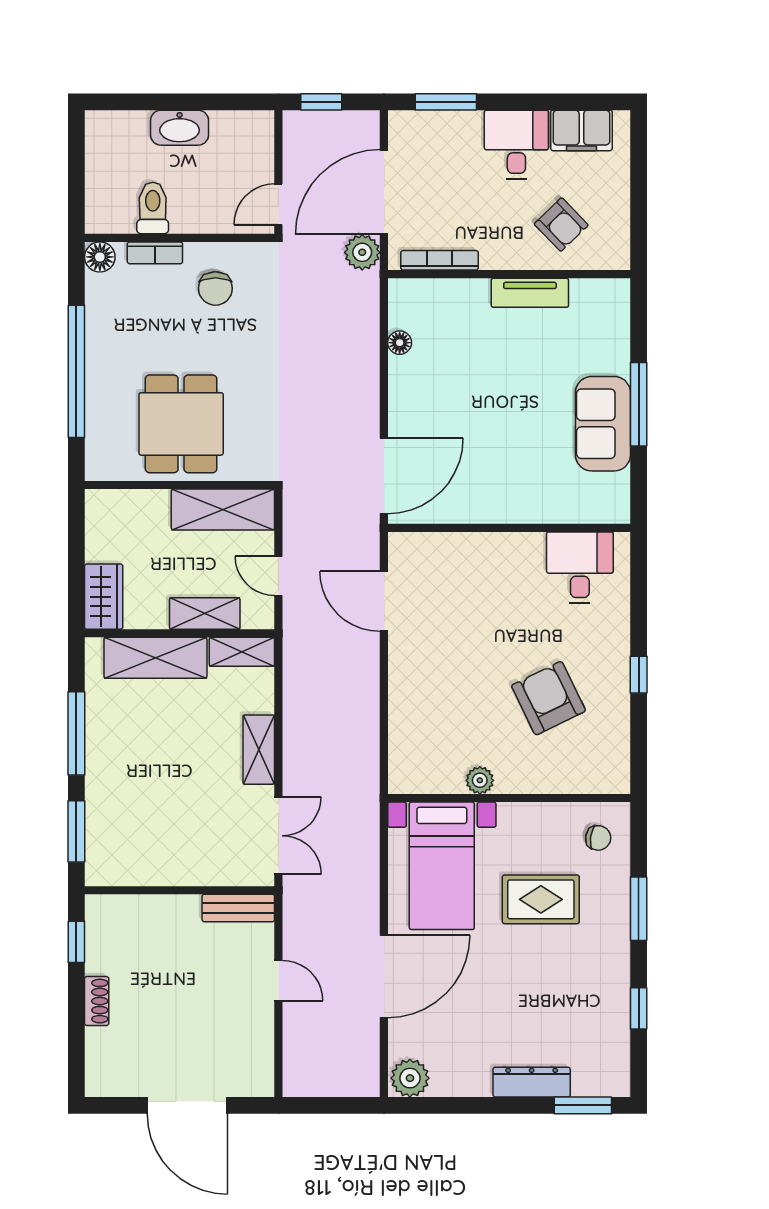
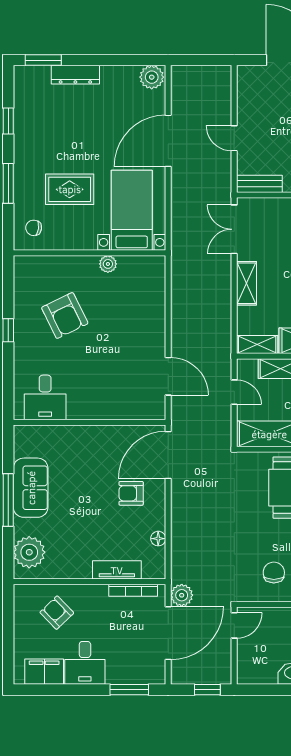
tv unit: (530, 293) -> (117, 570), moved
plant: (605, 321) -> (29, 552), added
armchair: (443, 415) -> (131, 493), added

